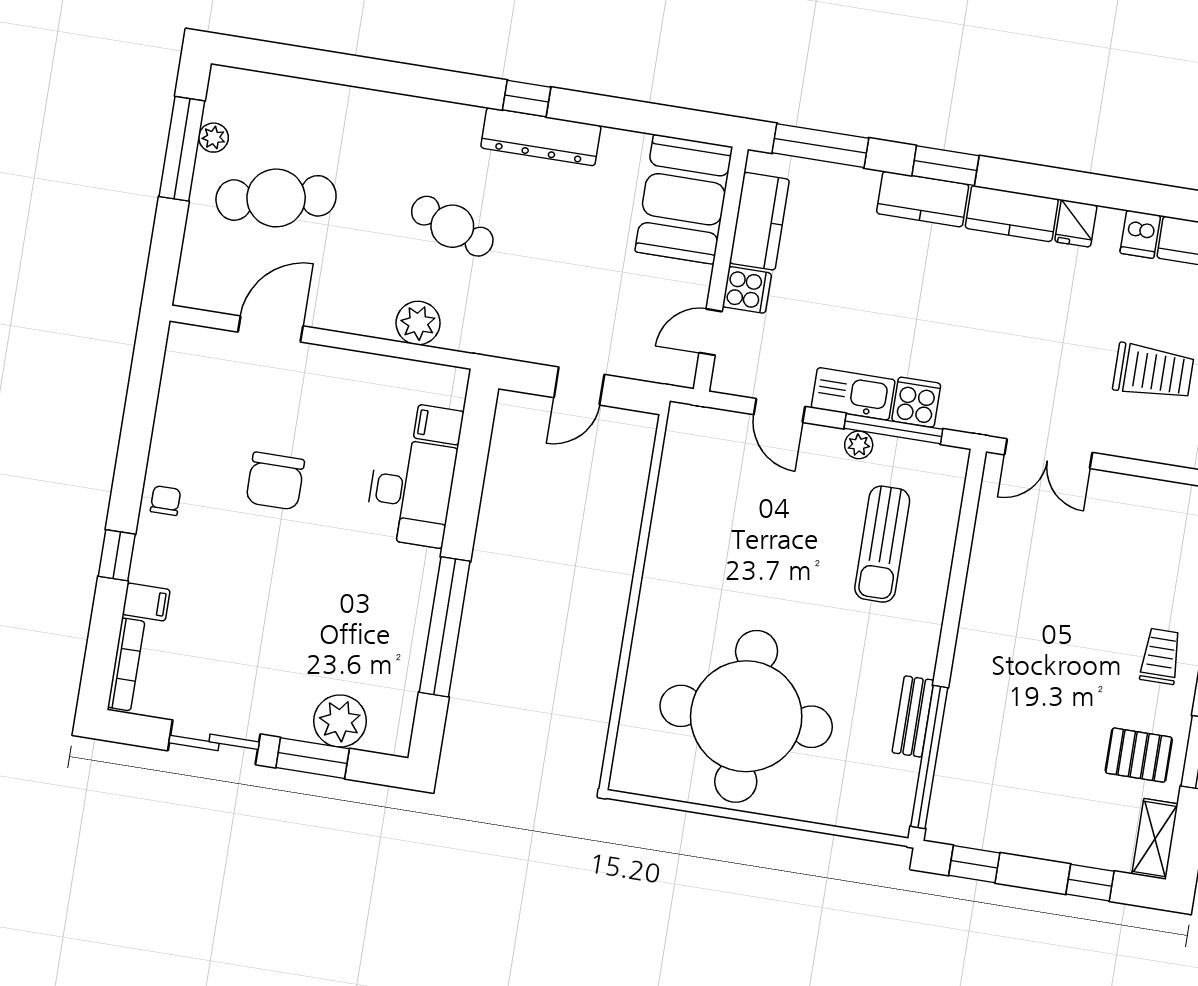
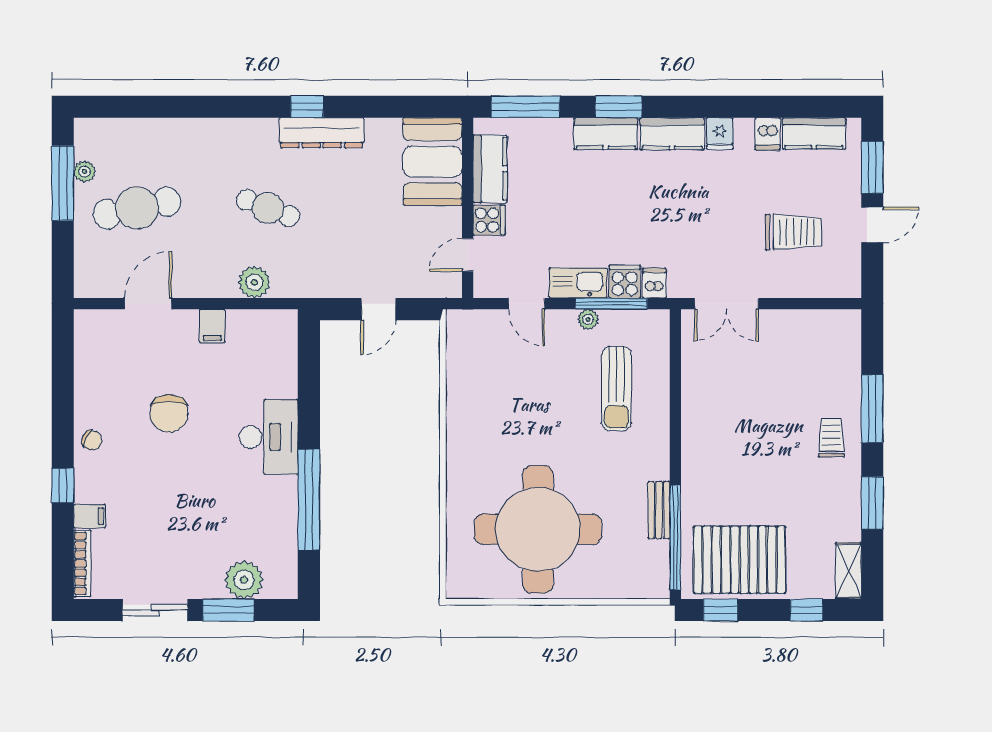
dishwasher: (956, 410) -> (654, 283), added
filing cabinet: (439, 425) -> (212, 326), moved, turned -90
desk: (411, 492) -> (269, 437), moved
chair: (166, 501) -> (92, 440), turned 116
pallet: (1139, 755) -> (740, 560), moved, width x2.05, depth x2.00

